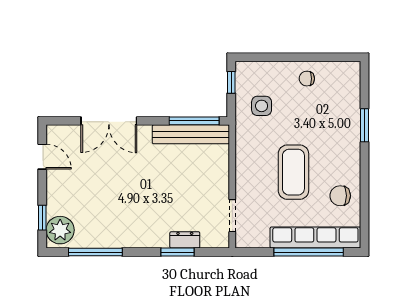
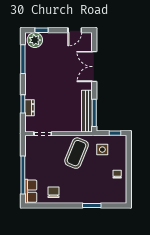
coffee table: (293, 172) -> (77, 153), moved, turned -68
row of seats: (315, 237) -> (31, 191), width x0.50

